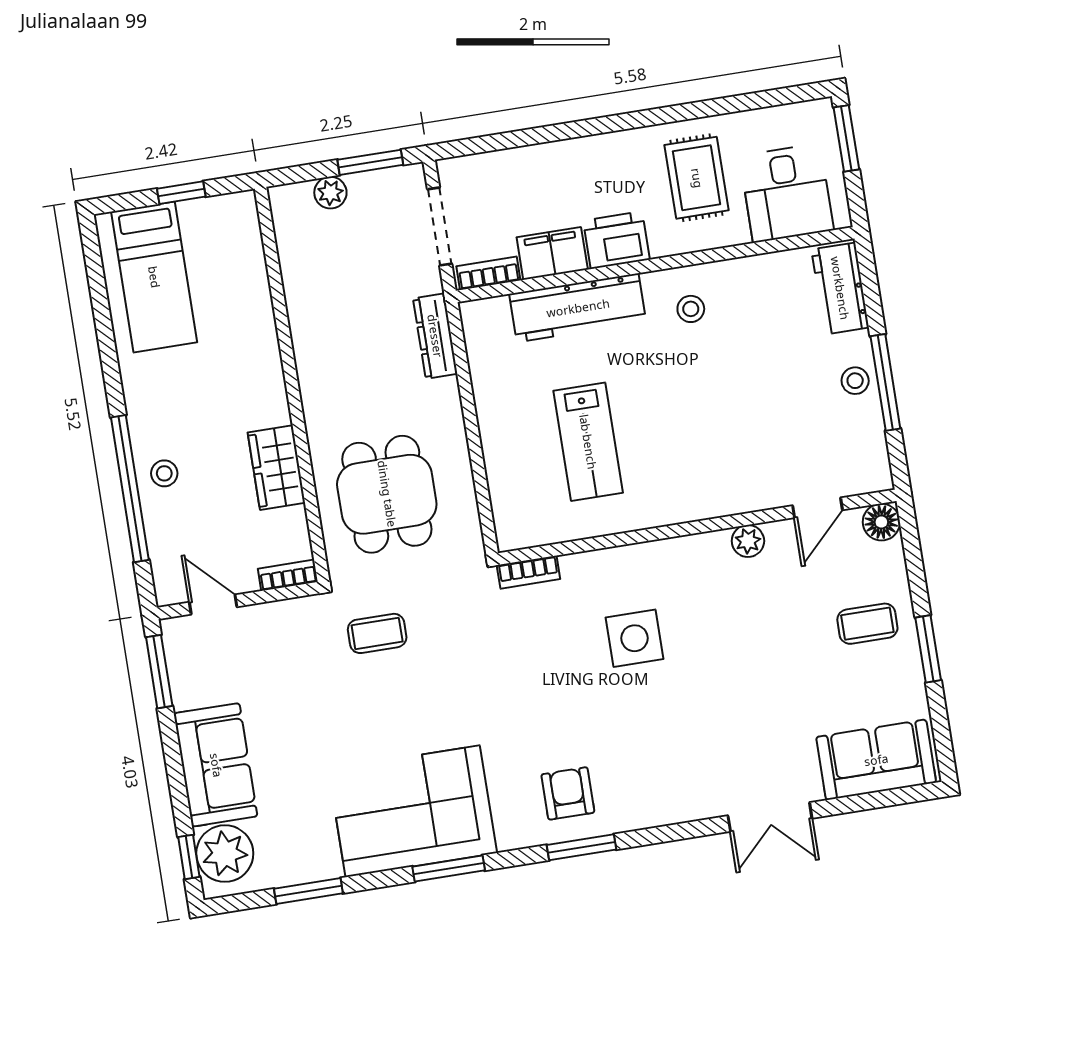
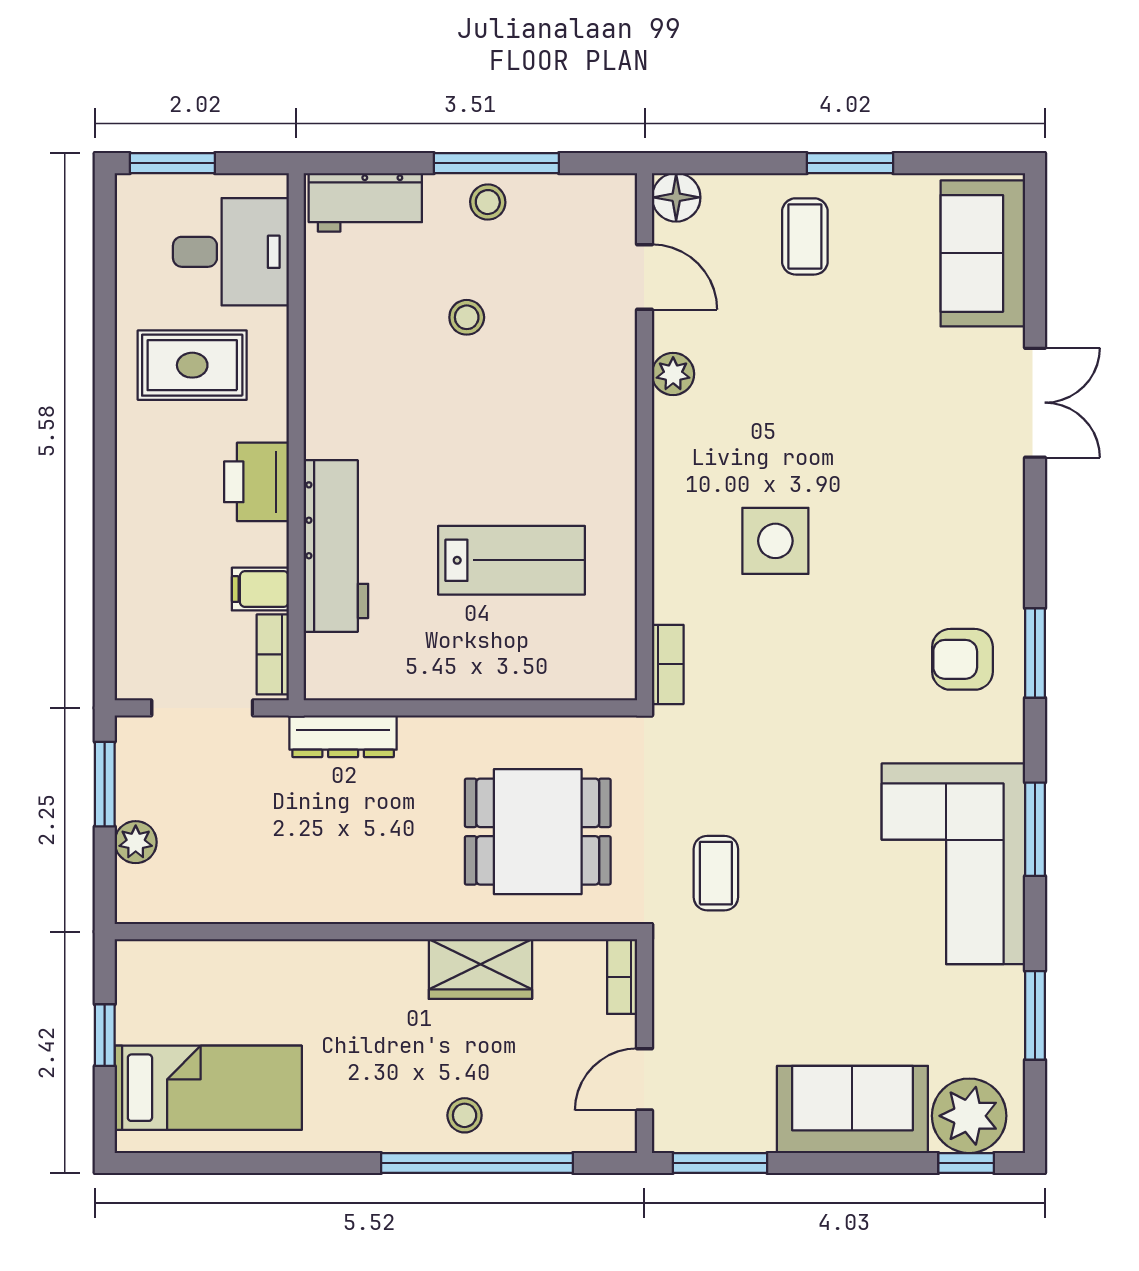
filing cabinet: (552, 253) -> (260, 589), width x0.50
stool: (691, 309) -> (467, 317), moved

